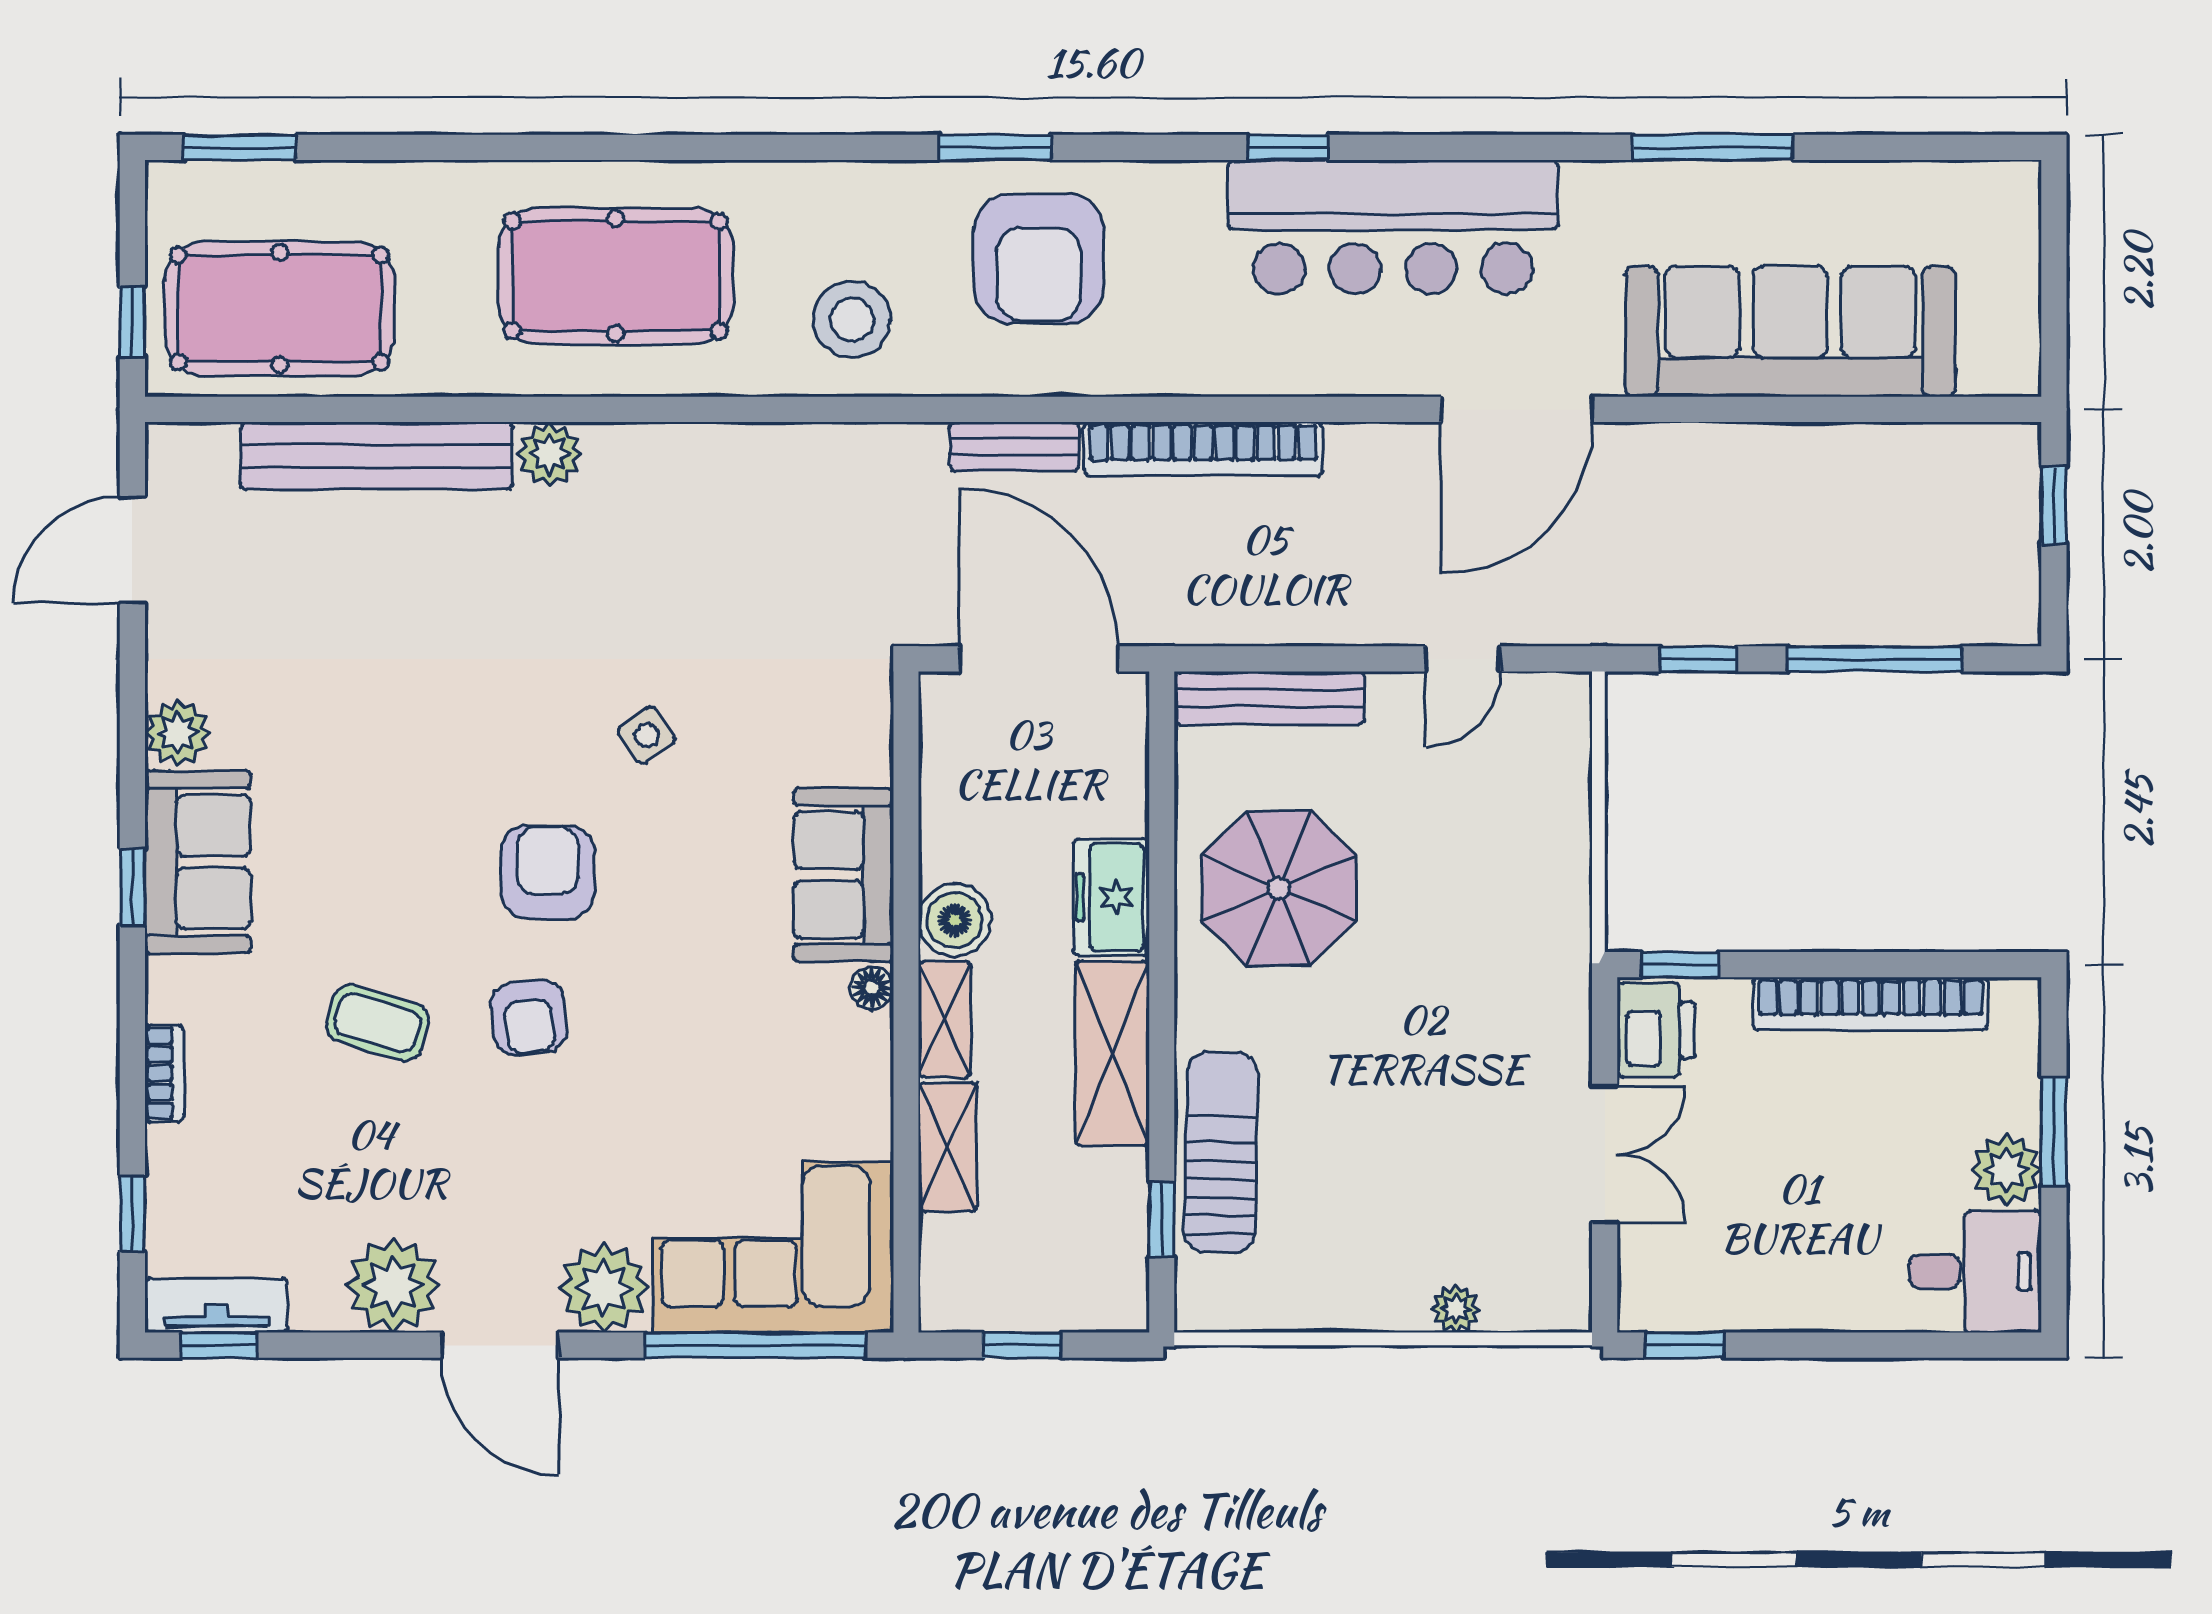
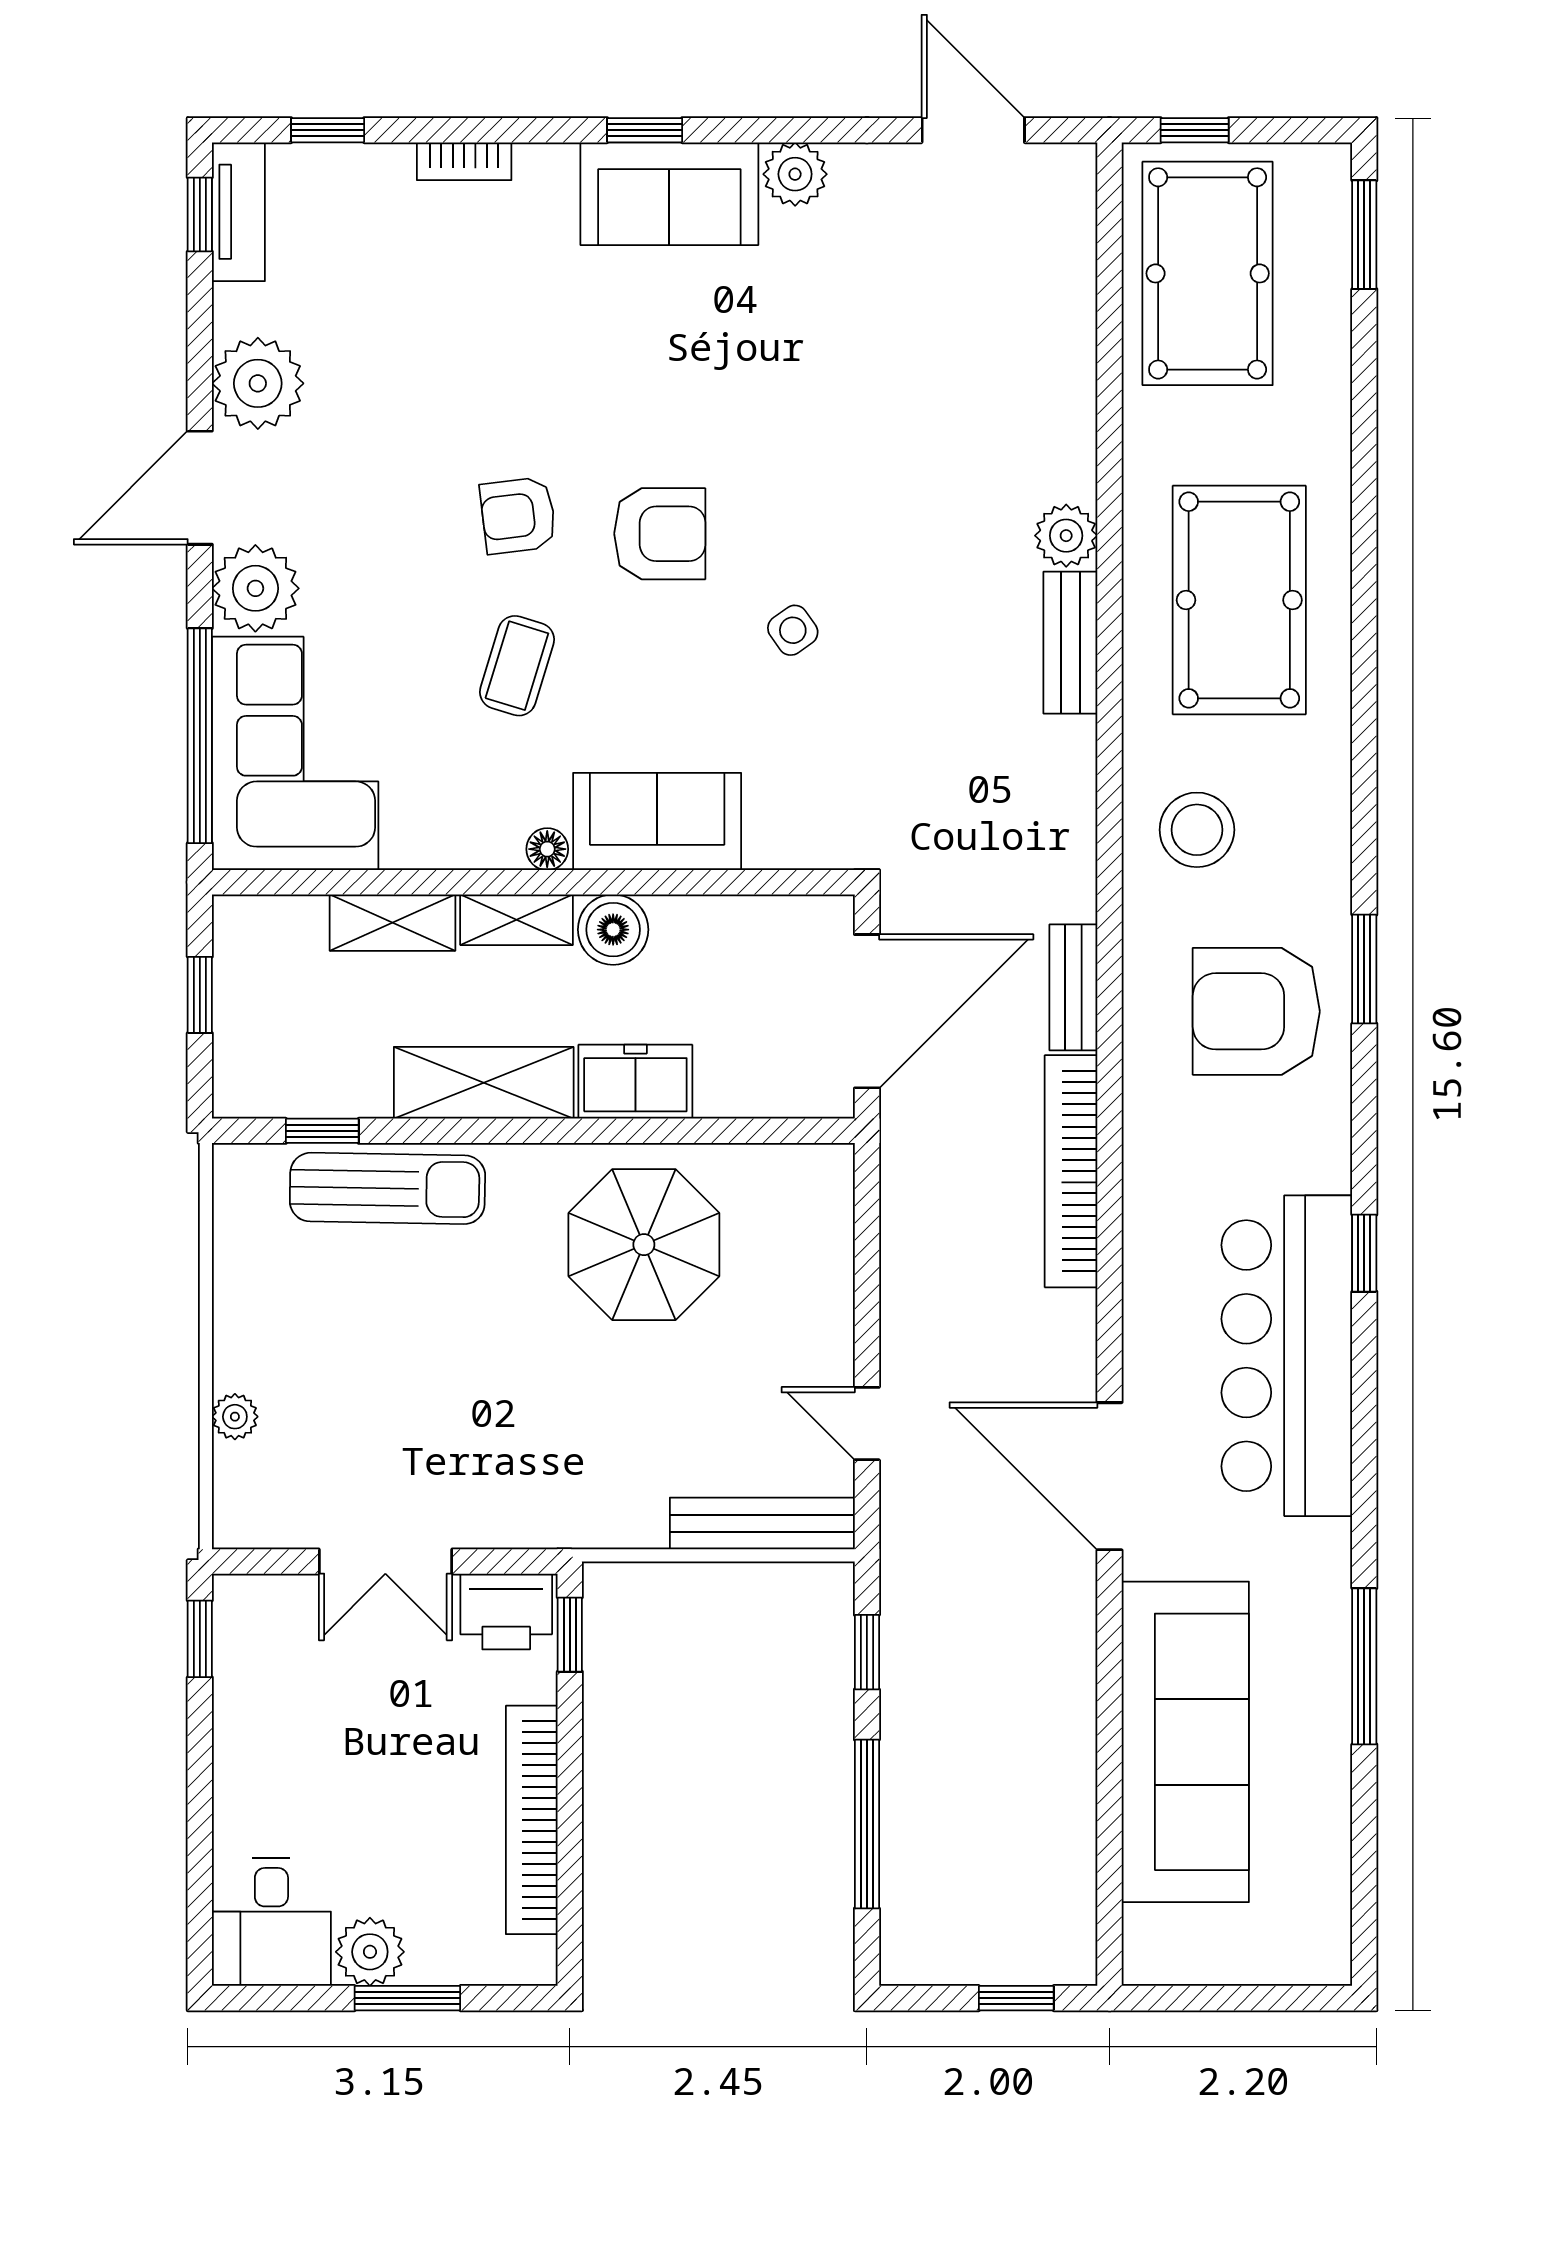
bench: (376, 456) -> (1070, 643), moved, width x0.54, depth x0.82
bench: (1269, 698) -> (762, 1523), moved, turned 90
coffee table: (377, 1023) -> (517, 666), moved

